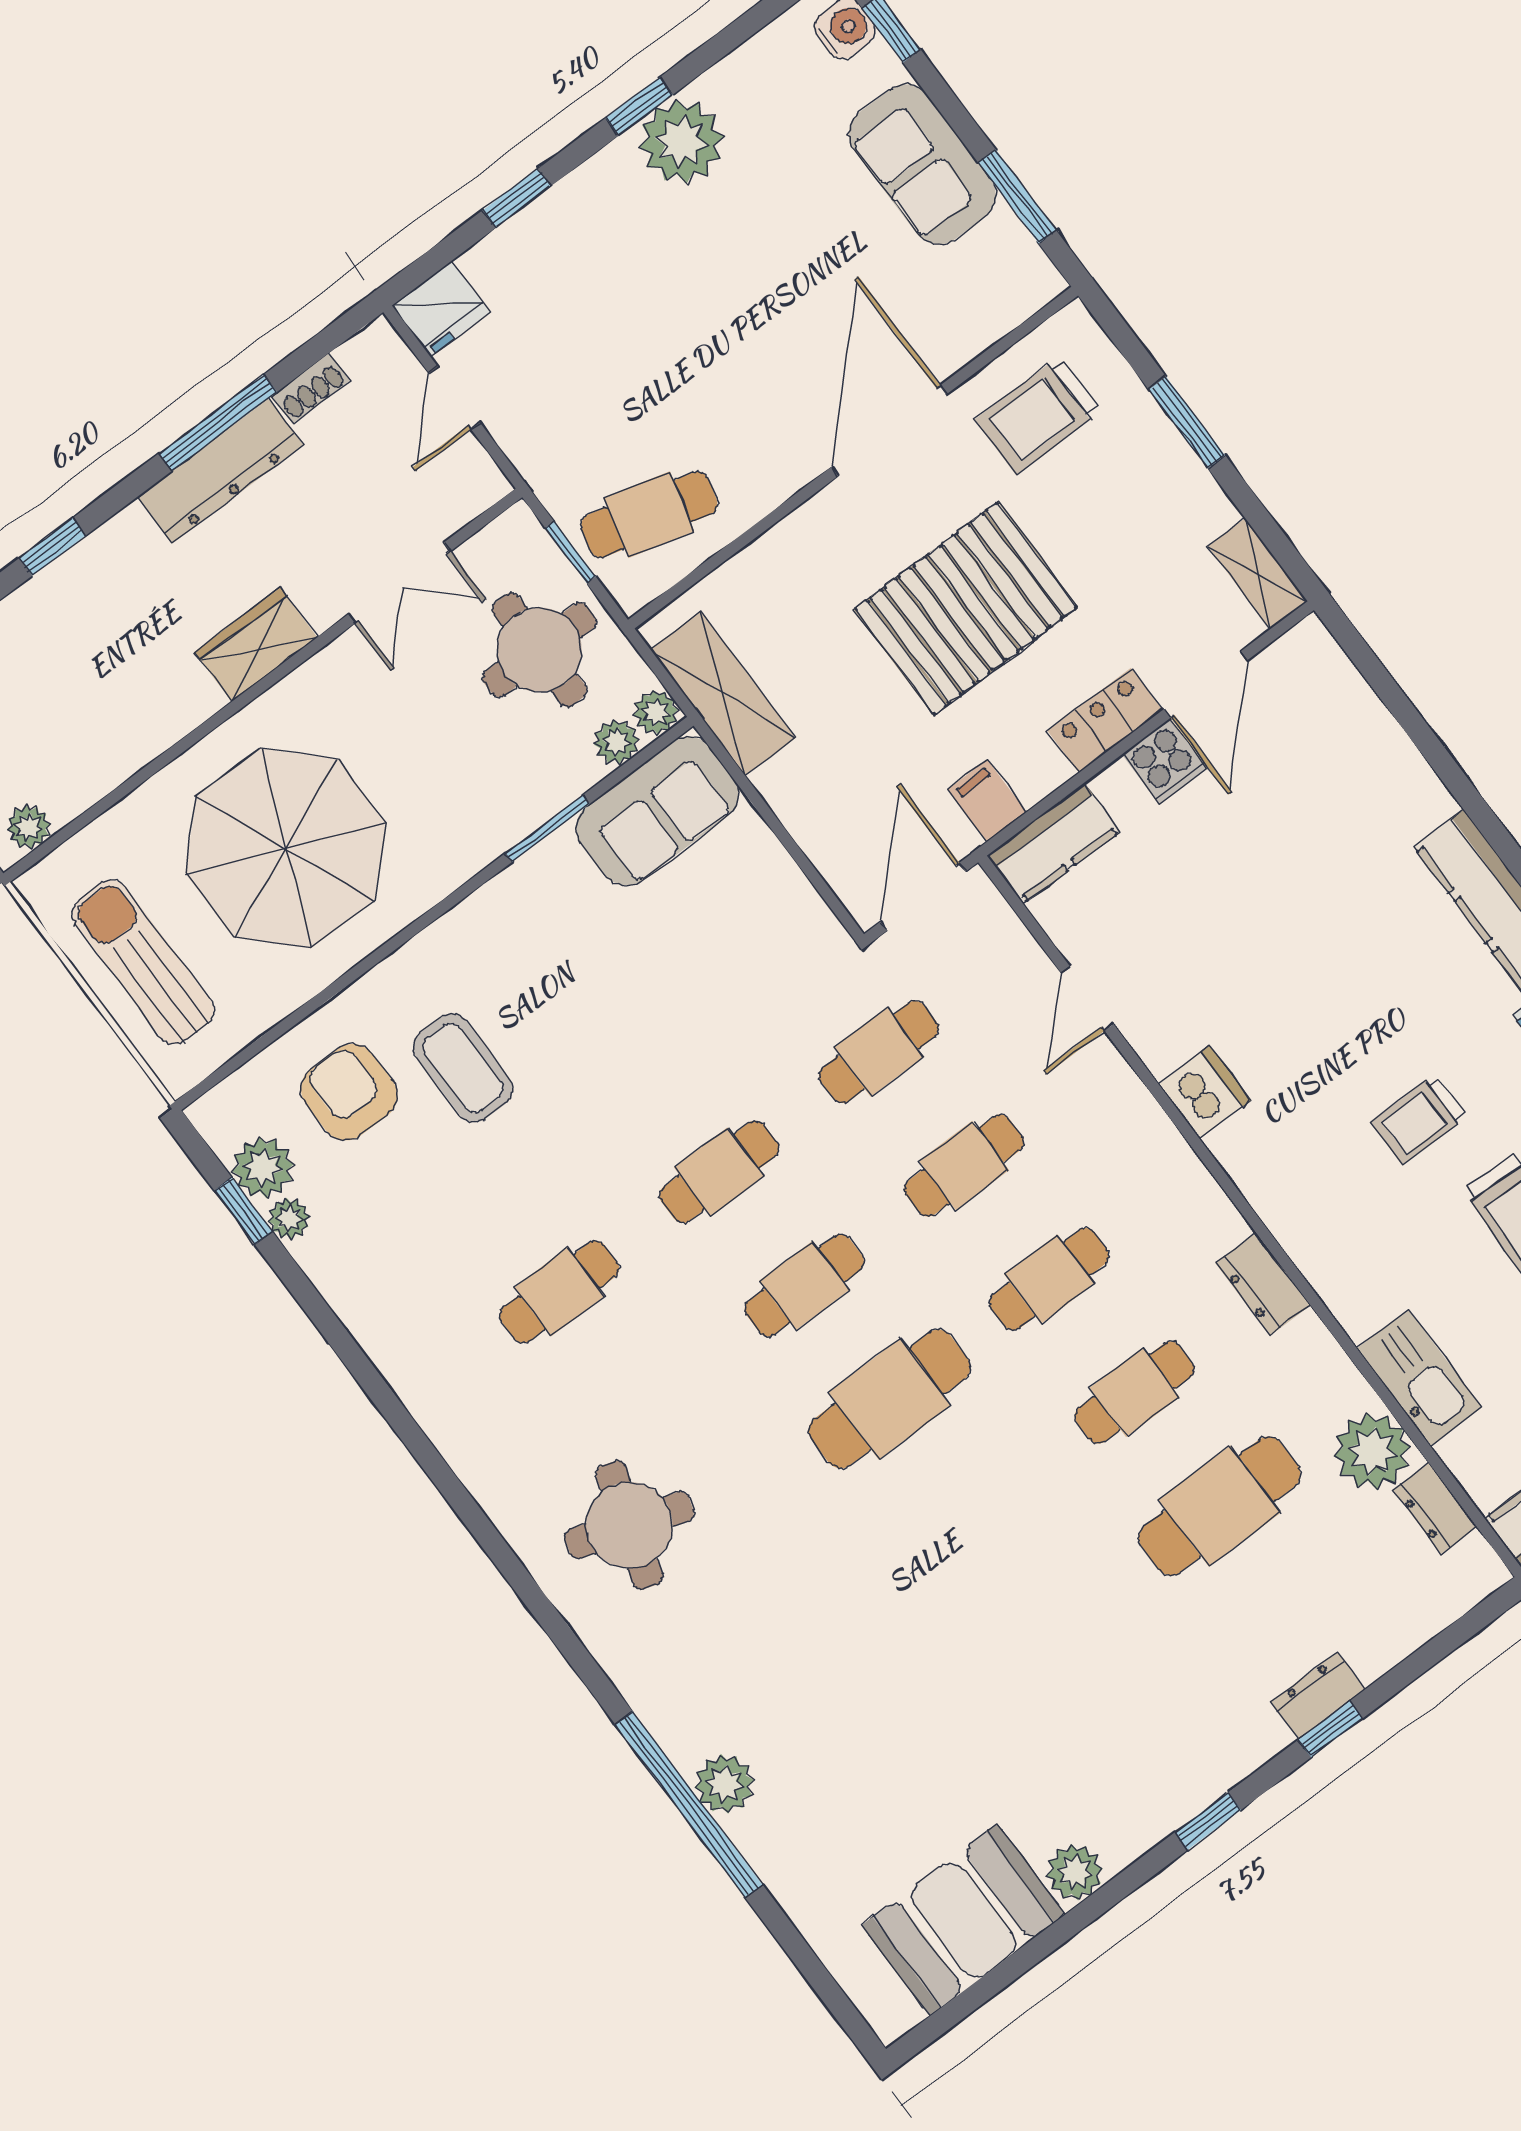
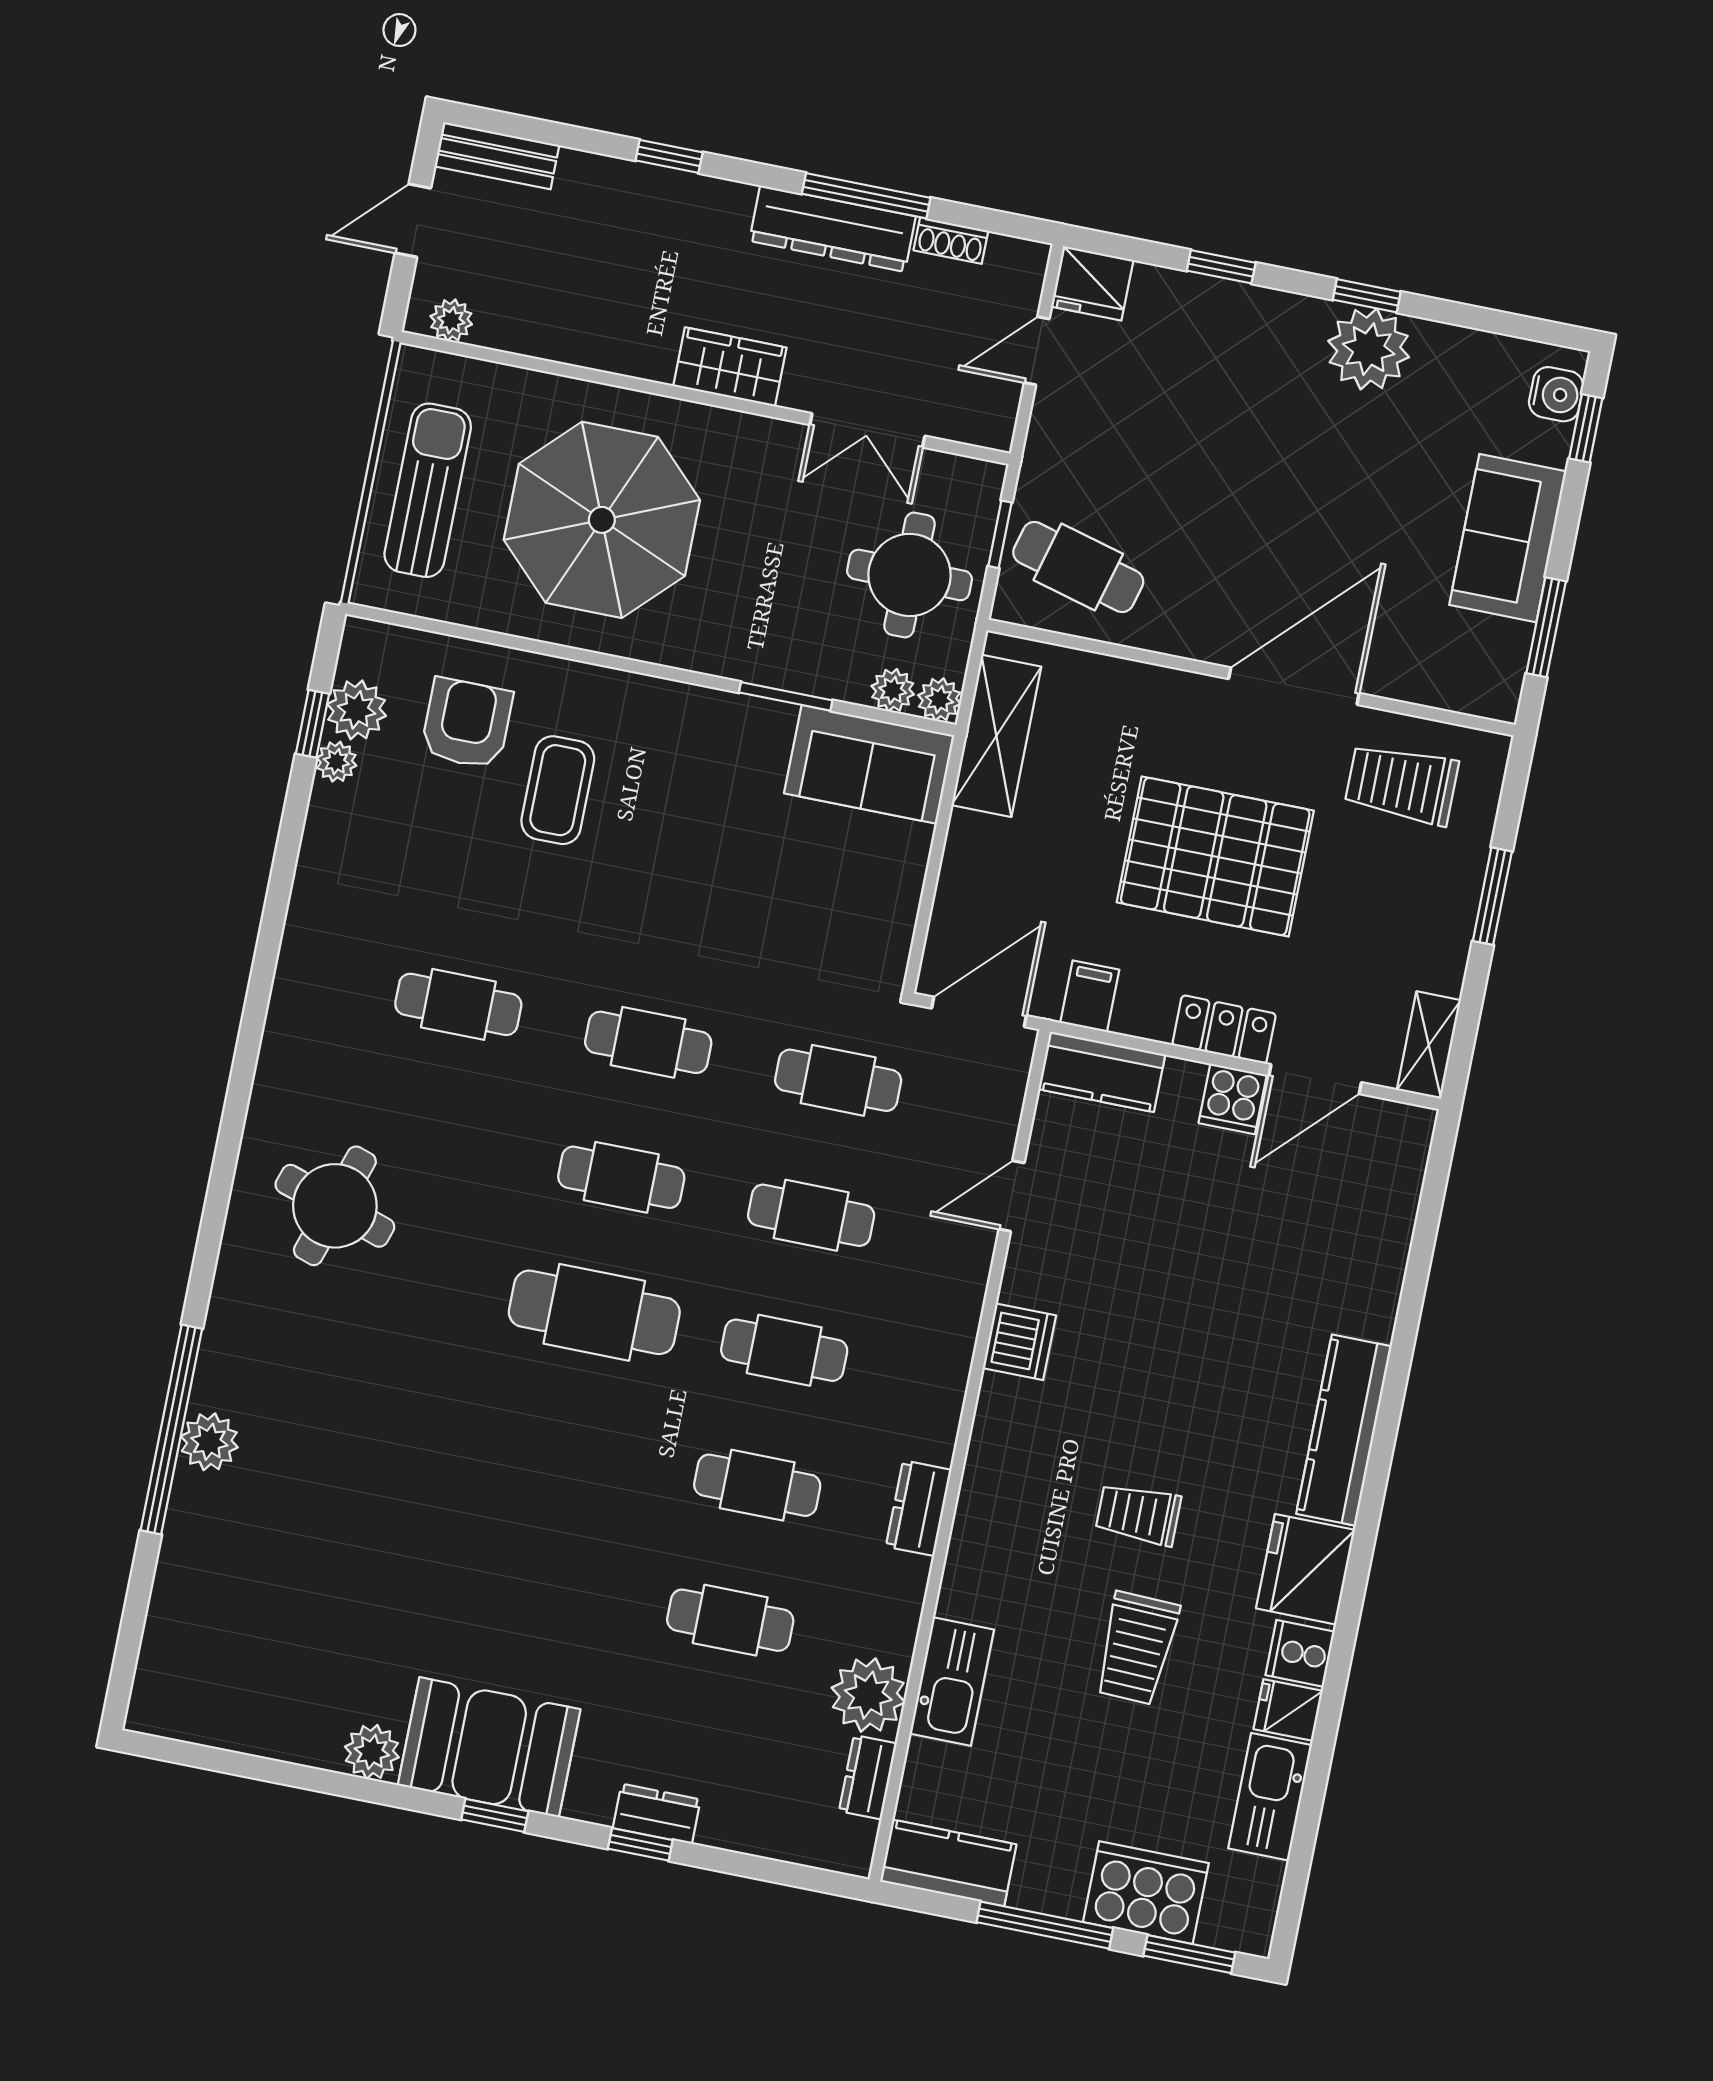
cafe table: (1220, 1506) -> (730, 1620), width x0.73, depth x0.74
booth: (964, 1920) -> (489, 1747), moved

